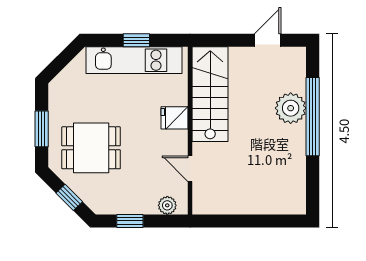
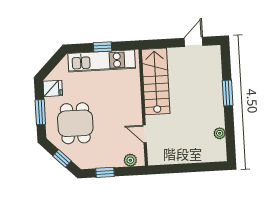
plant: (291, 108) -> (220, 133), moved, width x0.53, depth x0.53
window: (313, 117) -> (228, 93), width x0.47
fridge: (175, 118) -> (53, 88), moved, turned 180
dining table: (91, 148) -> (75, 123), turned 90

